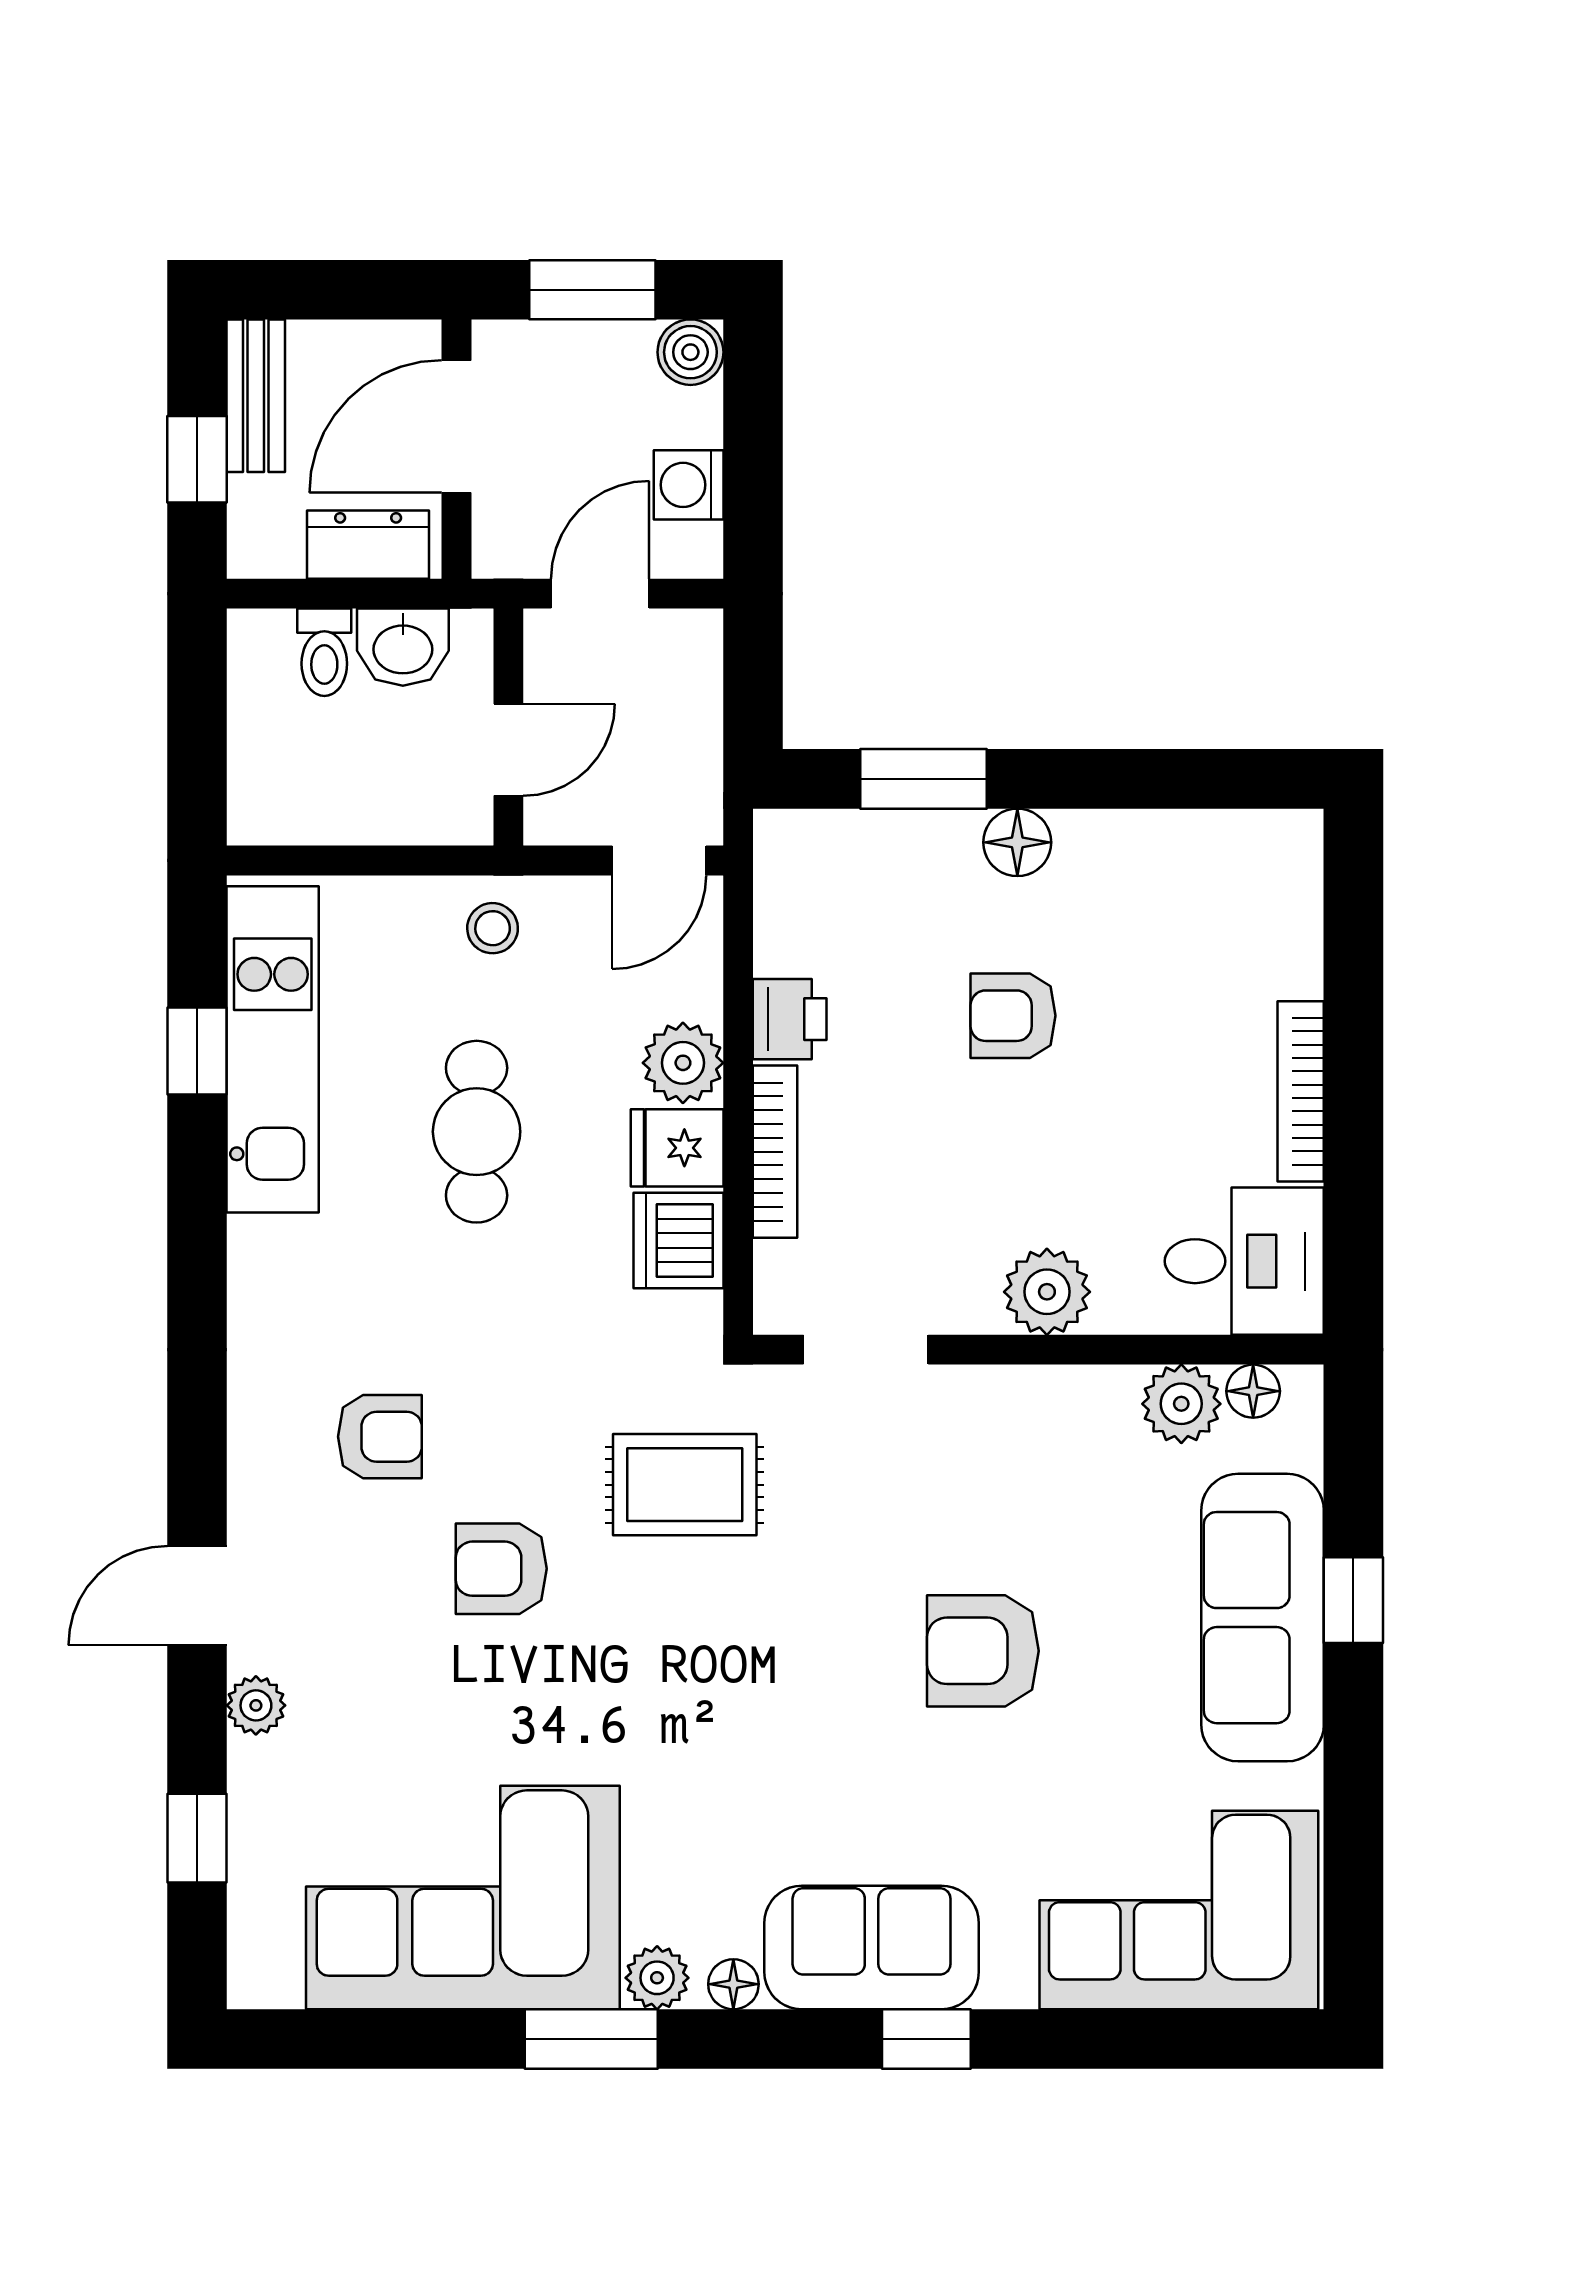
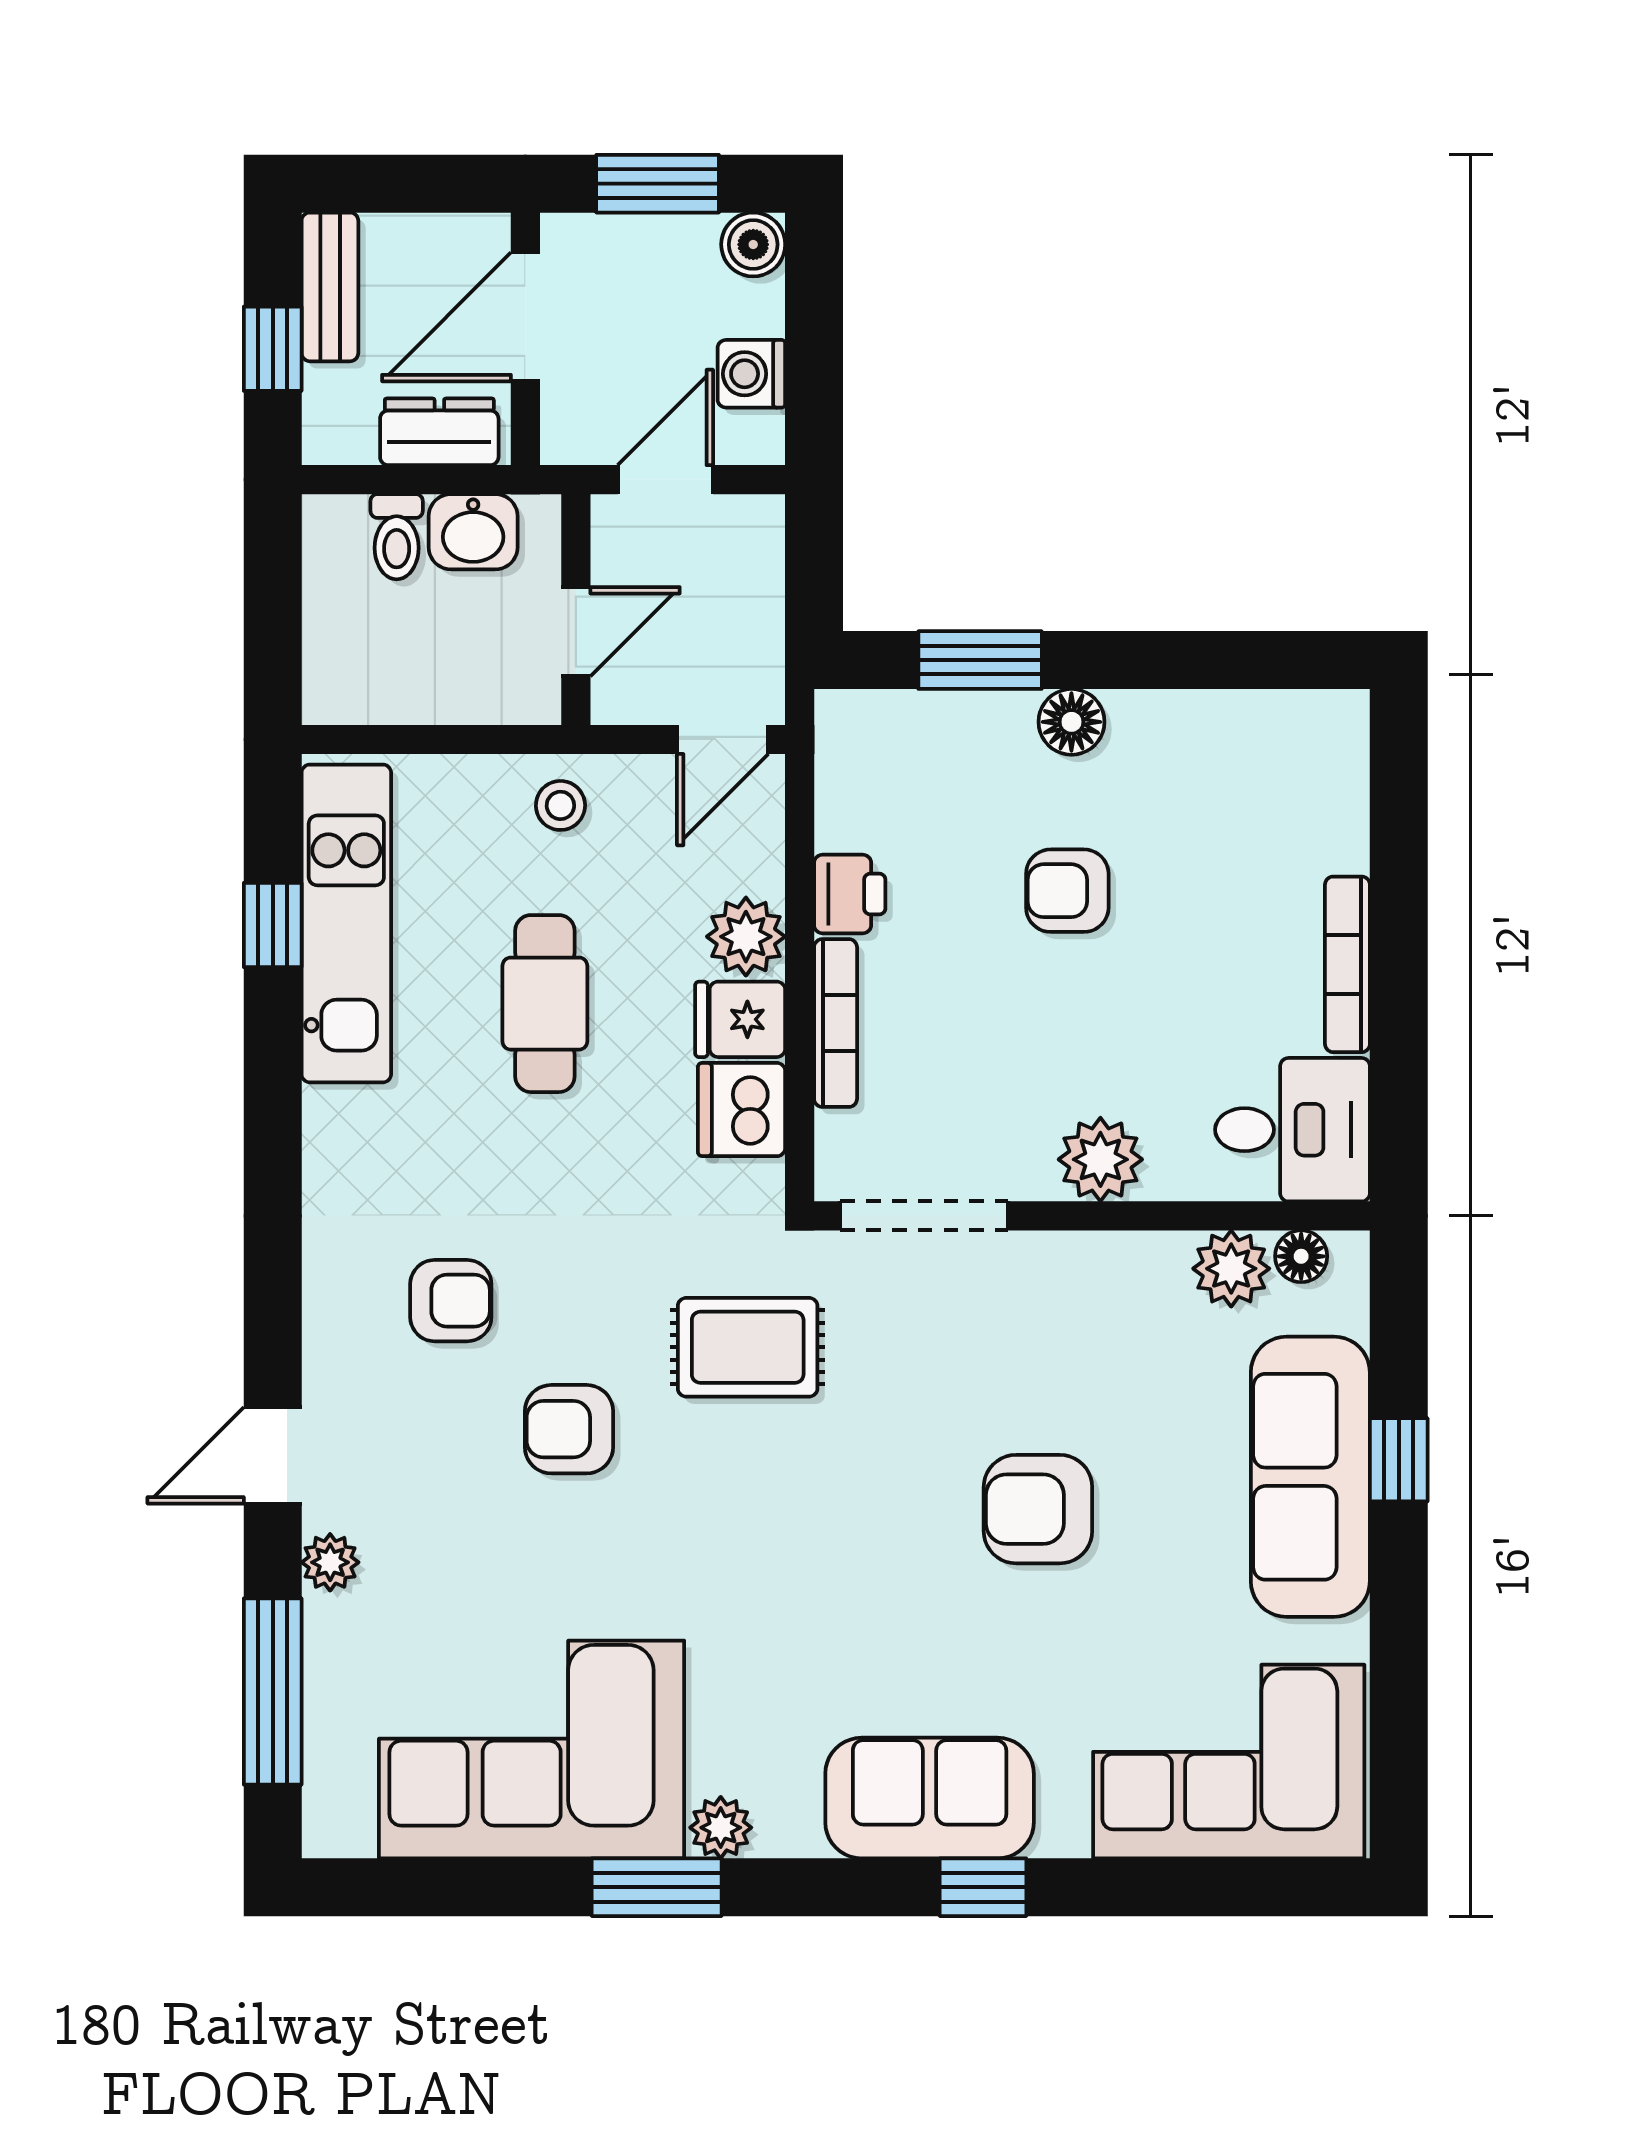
doorway: (866, 1350) -> (924, 1216), width x1.38
window: (197, 1838) -> (273, 1692), width x2.17
floor lamp: (733, 1984) -> (795, 1834), removed

